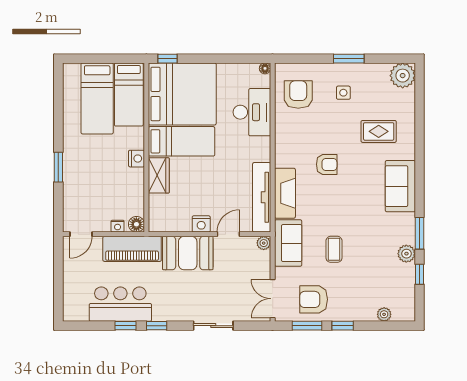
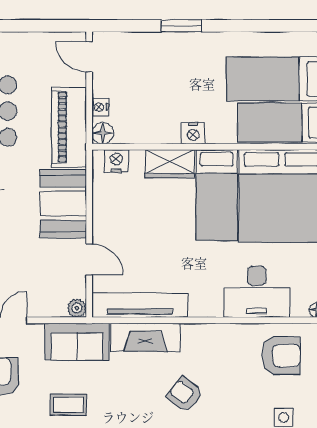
armchair: (327, 164) -> (185, 395), turned 128
nightstand: (201, 224) -> (116, 161), moved, turned 90

